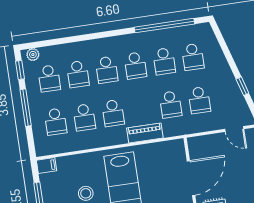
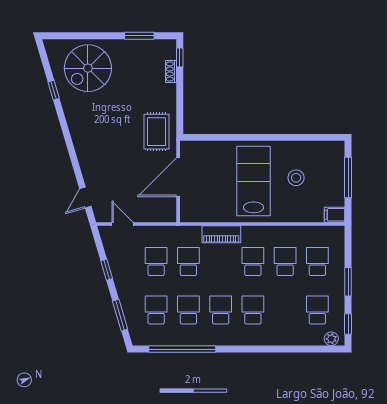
window: (224, 47) -> (120, 315), added
school desk: (78, 74) -> (285, 310), removed
window: (26, 108) -> (348, 282), width x0.69

